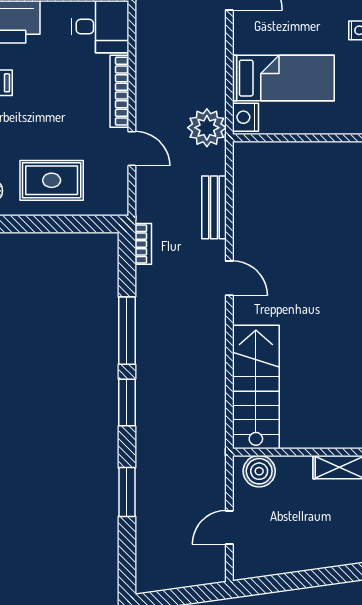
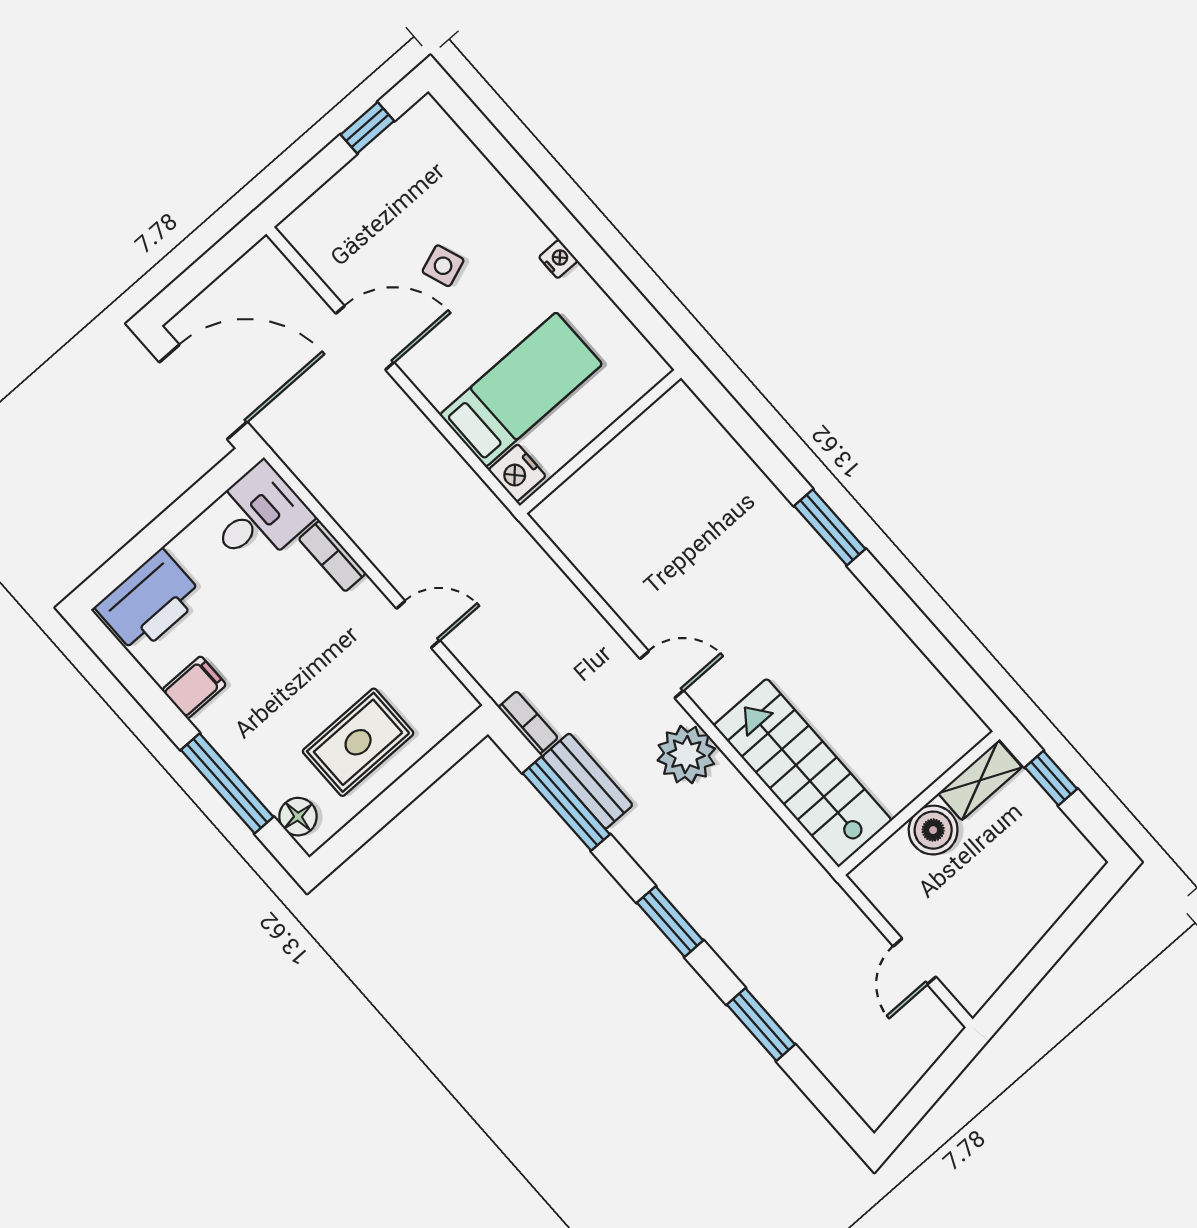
bookcase: (119, 91) -> (332, 556), width x0.64
plant: (207, 128) -> (686, 755), moved
bench: (214, 207) -> (587, 781), moved
window: (127, 331) -> (566, 804), moved
boiler: (259, 471) -> (933, 830), moved

